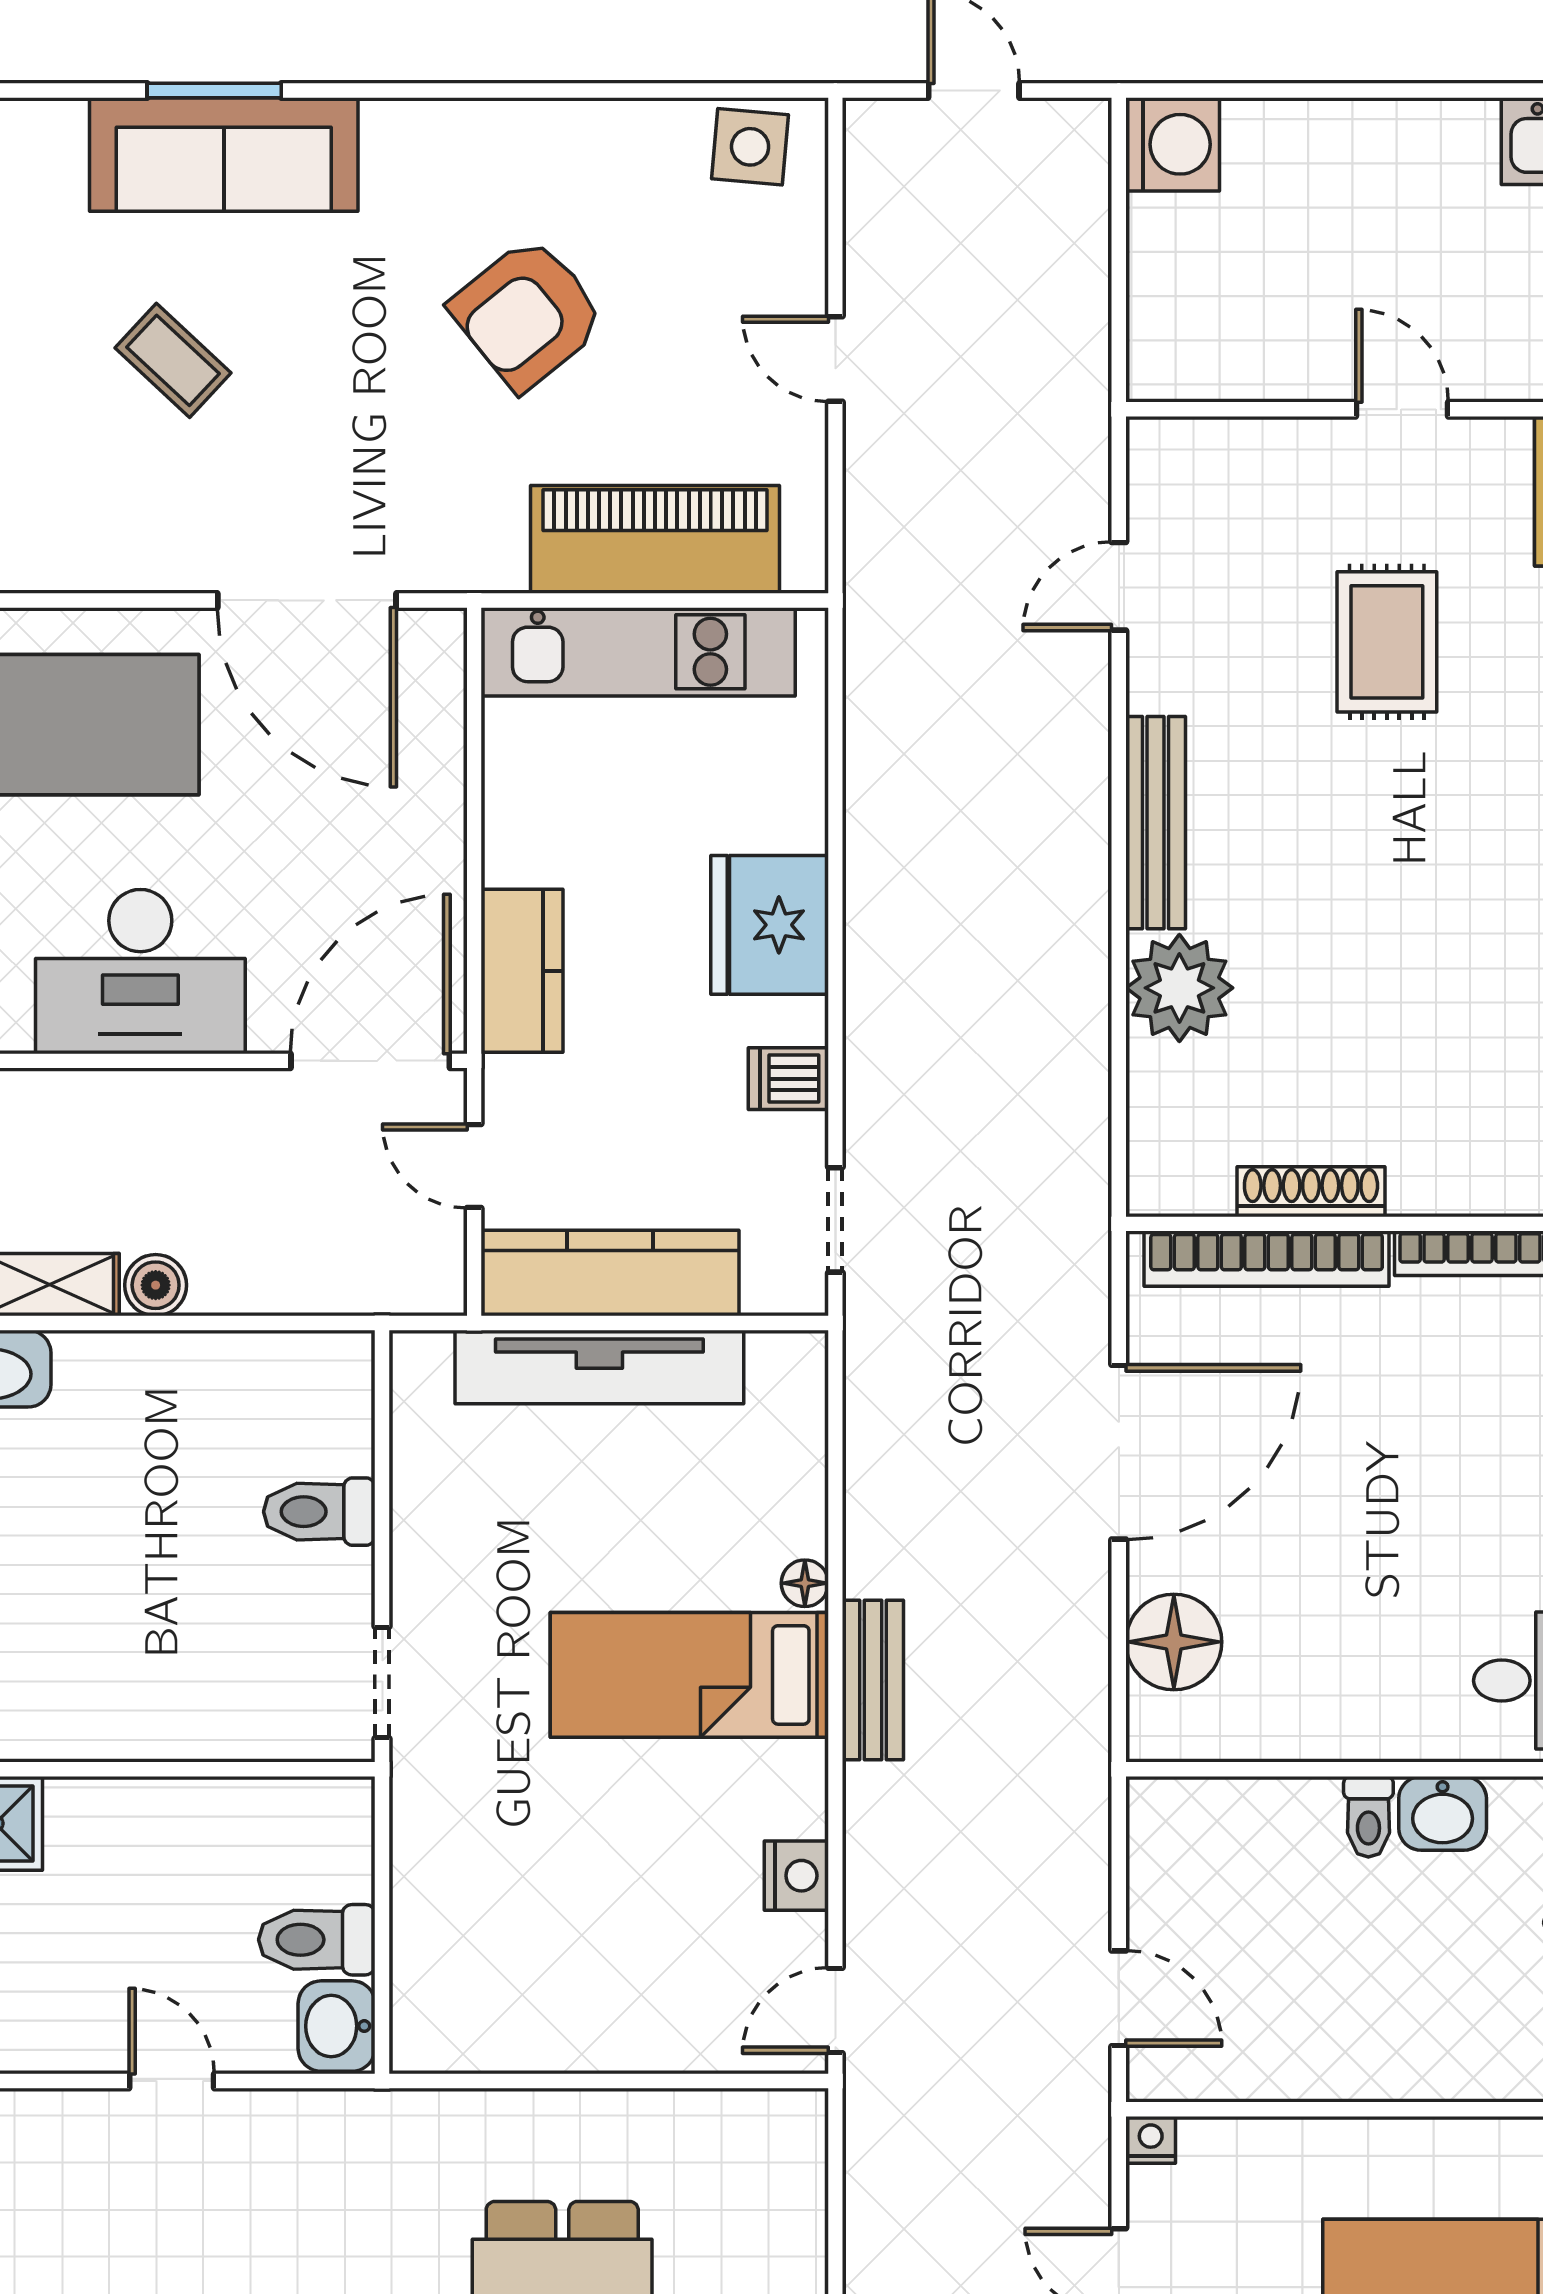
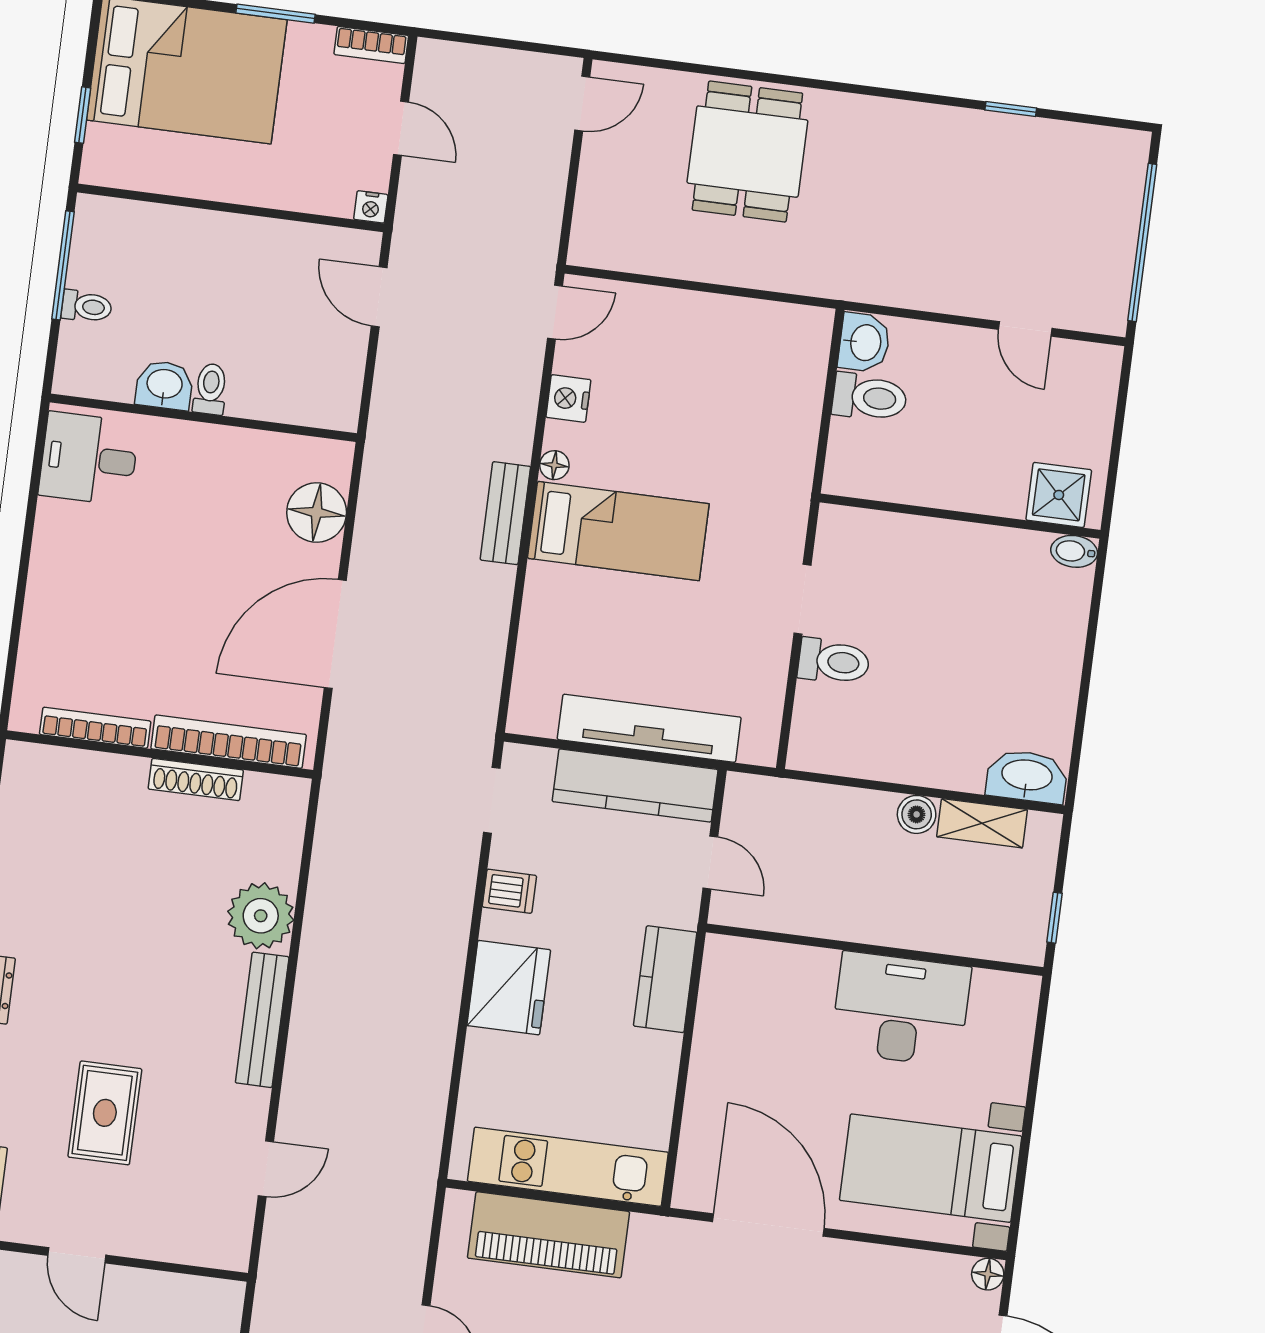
door: (370, 1061) -> (766, 936), removed
floor lamp: (805, 1583) -> (554, 465), moved
doorway: (382, 1682) -> (802, 599), moved
door: (172, 2081) -> (1025, 329), moved

